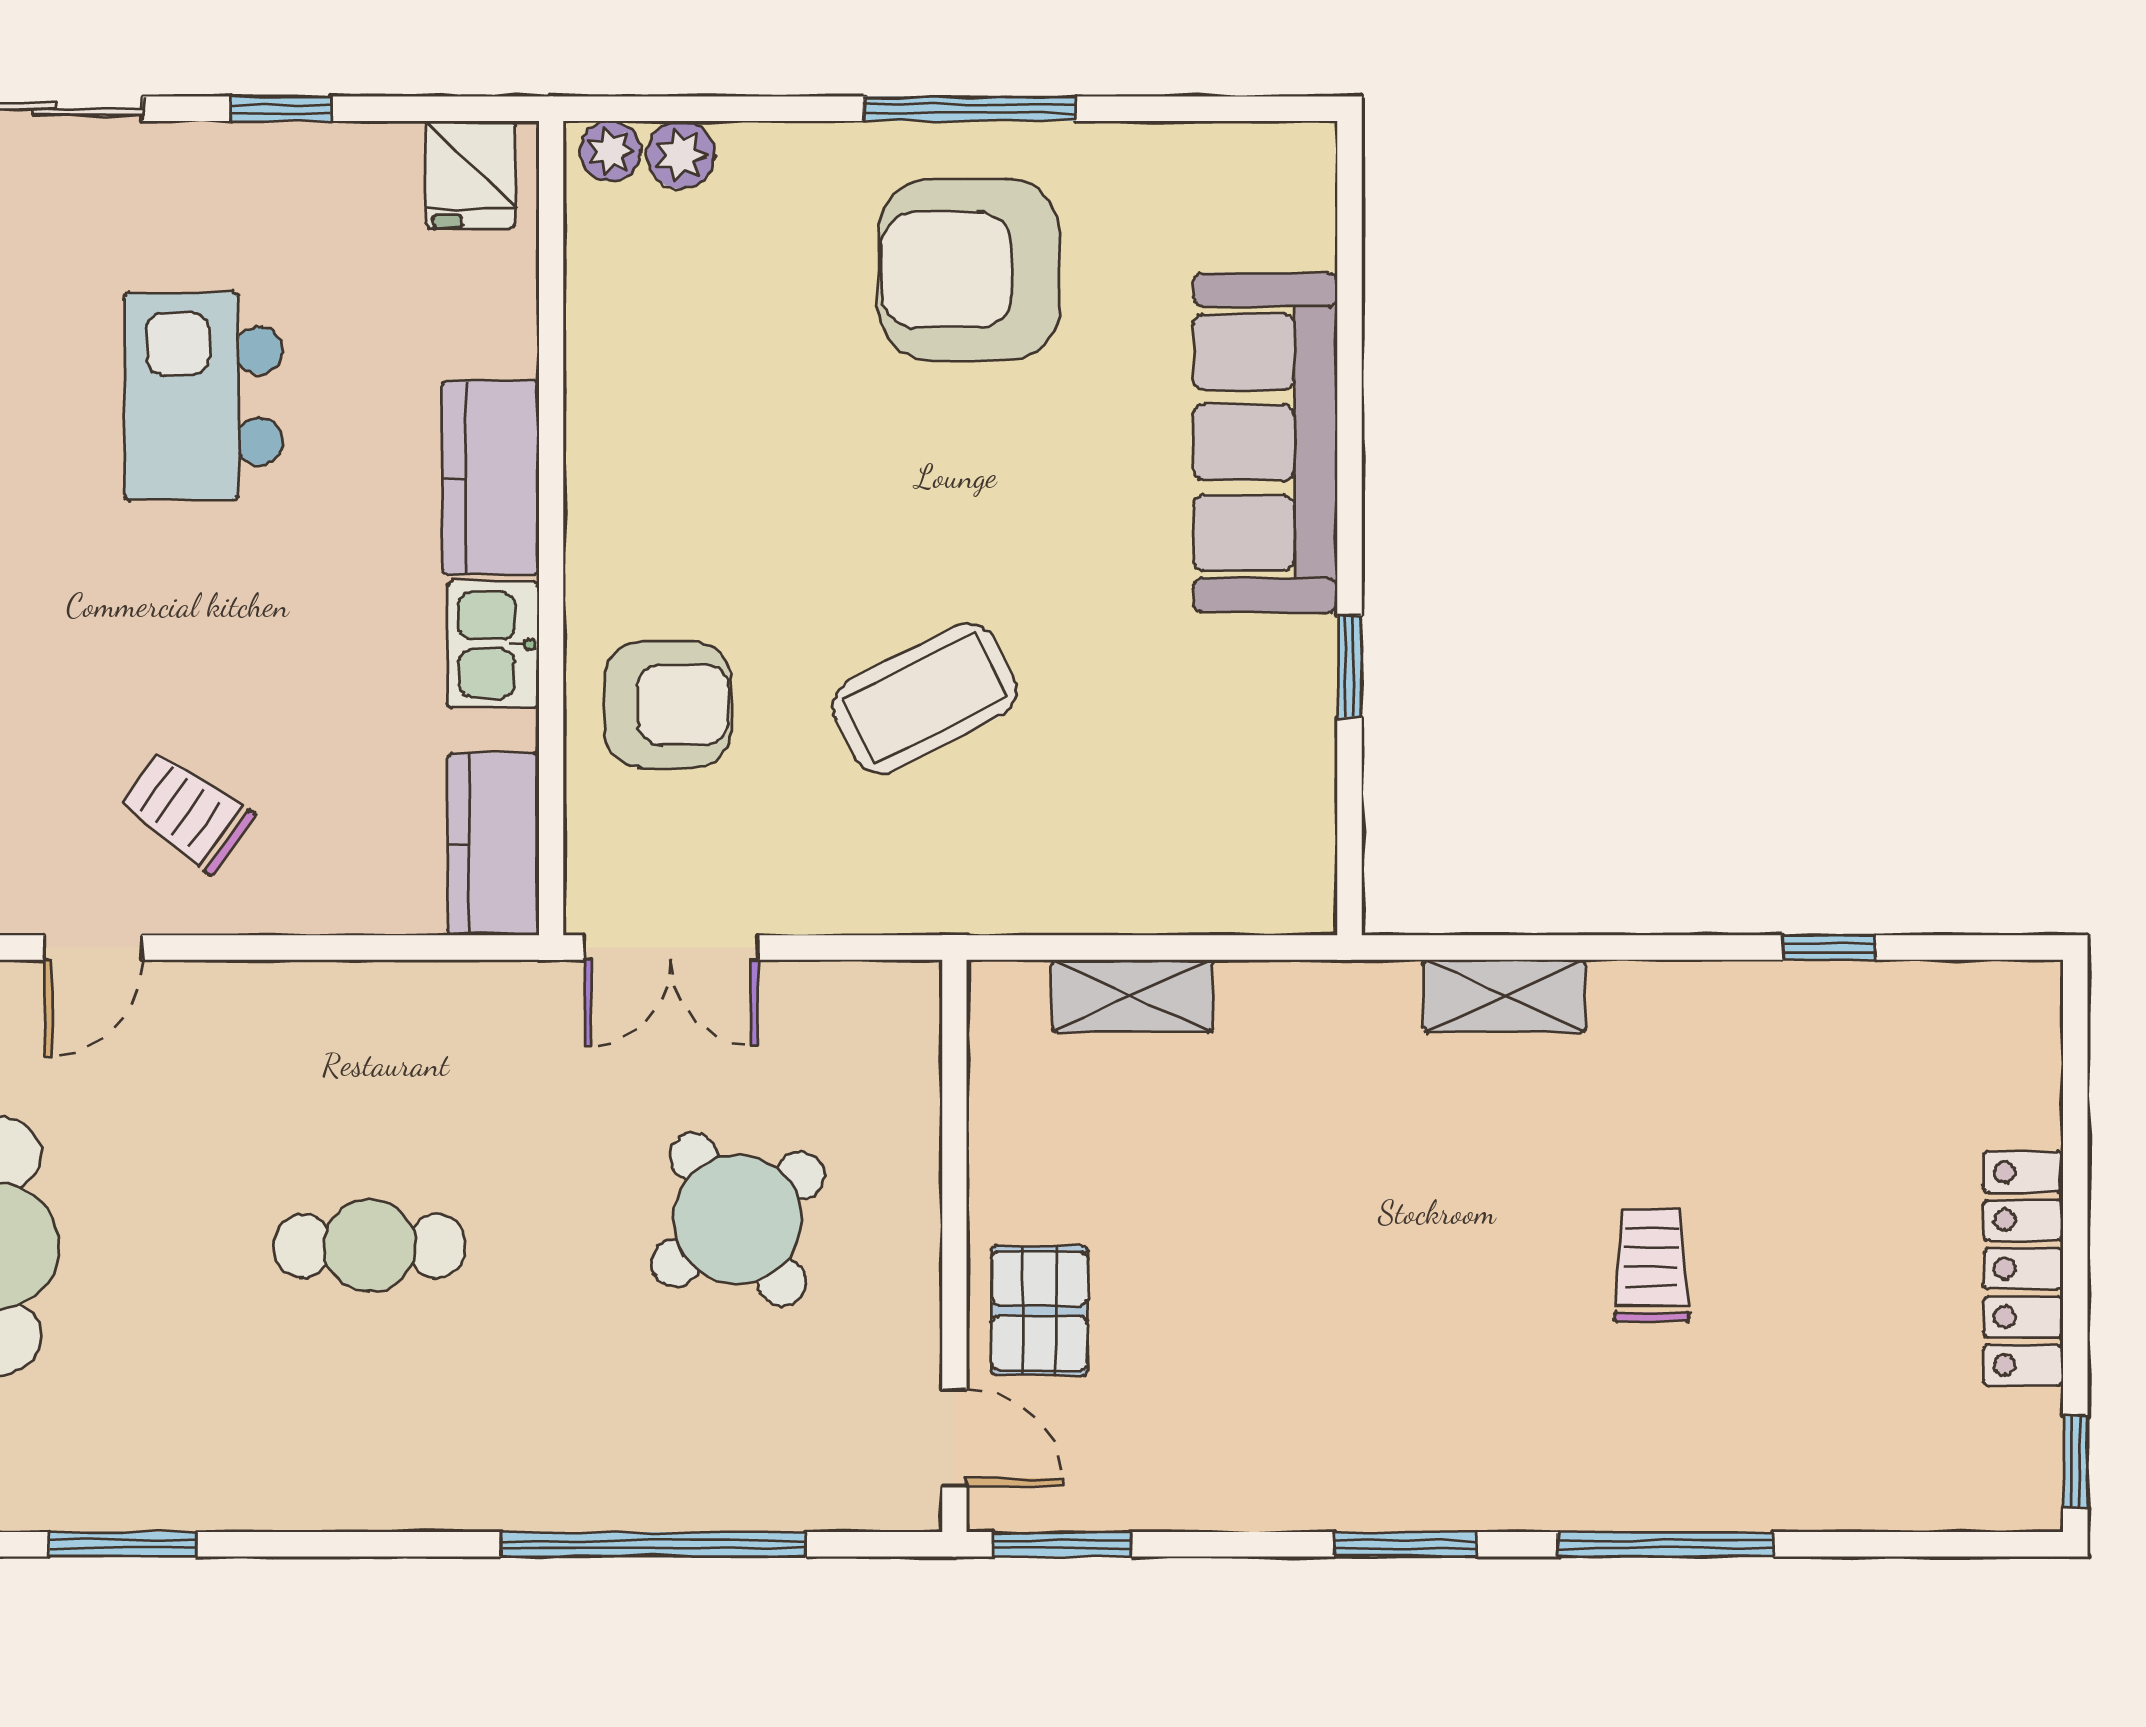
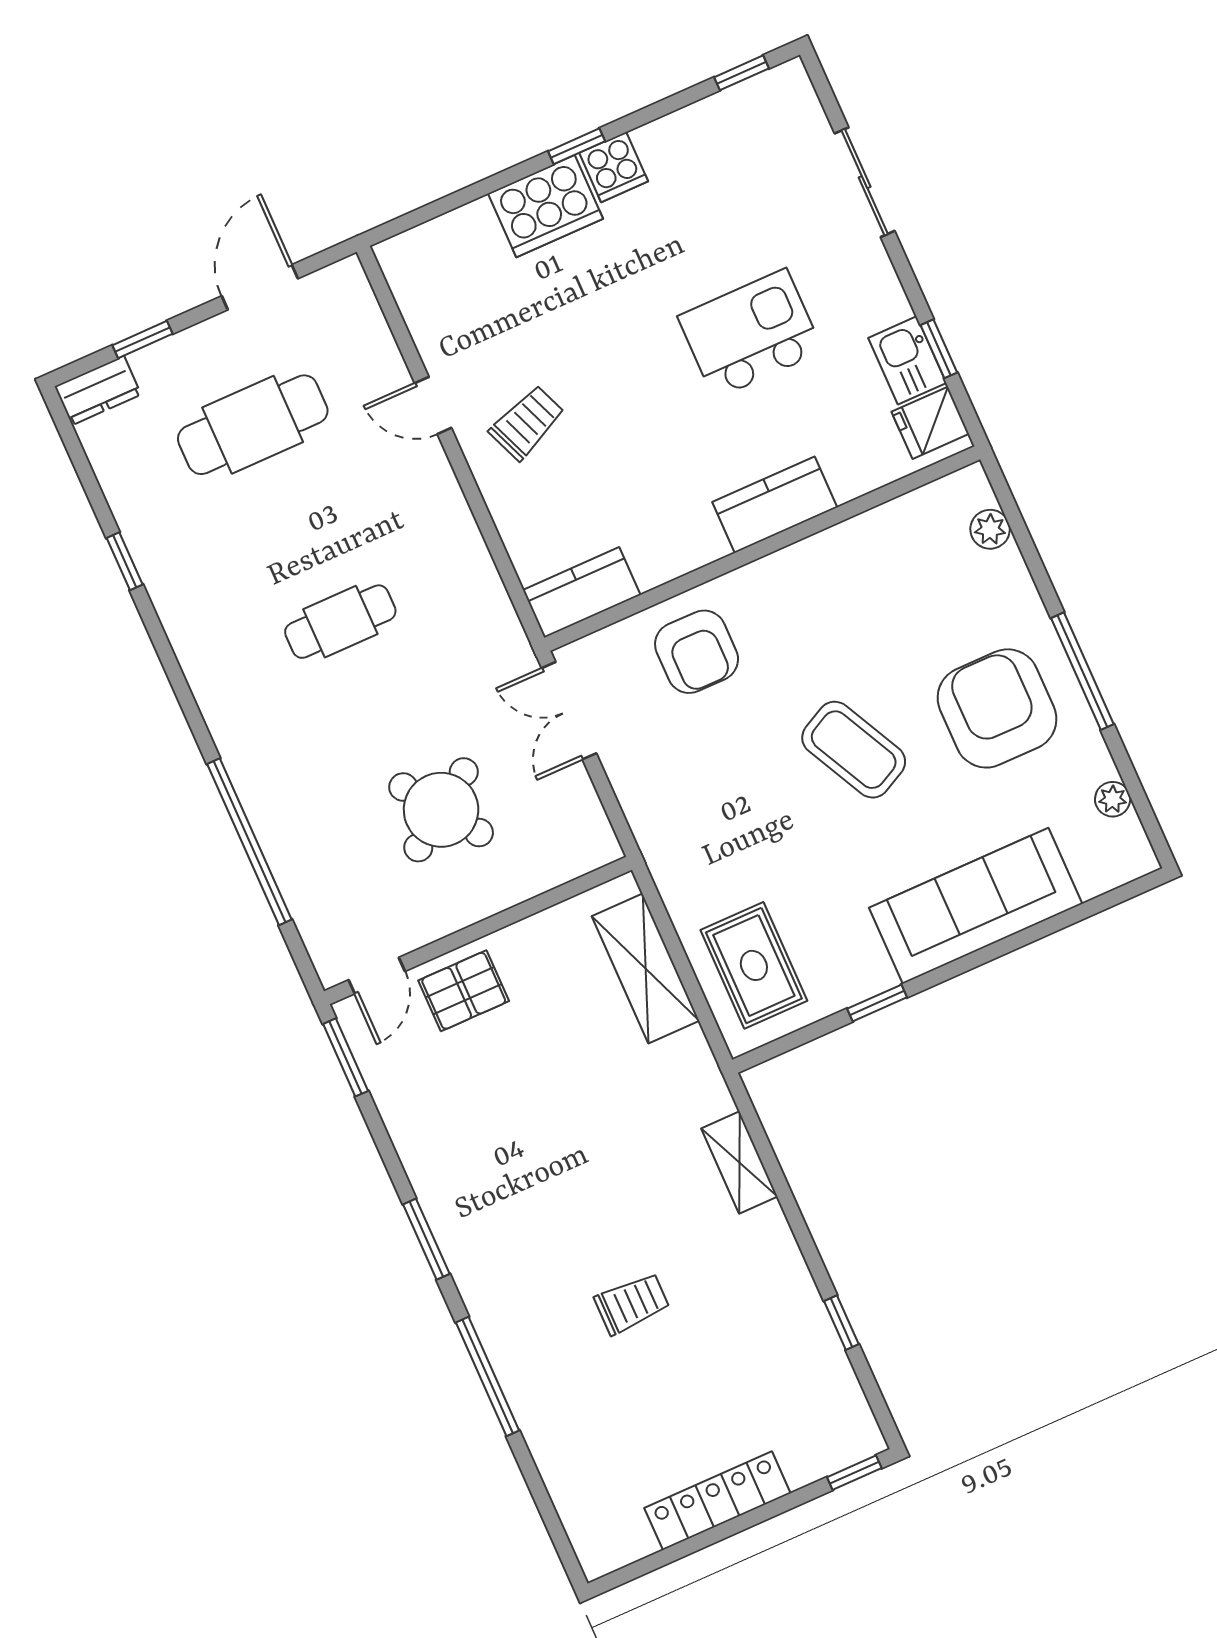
window: (281, 109) -> (939, 349), moved
plant: (610, 151) -> (1113, 799), moved
kitchen sink: (493, 644) -> (907, 360), moved, turned -90
coffee table: (925, 698) -> (854, 750), moved
trolley: (187, 811) -> (527, 423), turned 32
rug: (1204, 835) -> (754, 965), added
shelving: (1132, 996) -> (645, 968), width x1.50, depth x1.33
cafe table: (370, 1246) -> (340, 622), turned 90
window: (2075, 1462) -> (854, 1473), moved
window: (123, 1544) -> (125, 561), width x0.67

